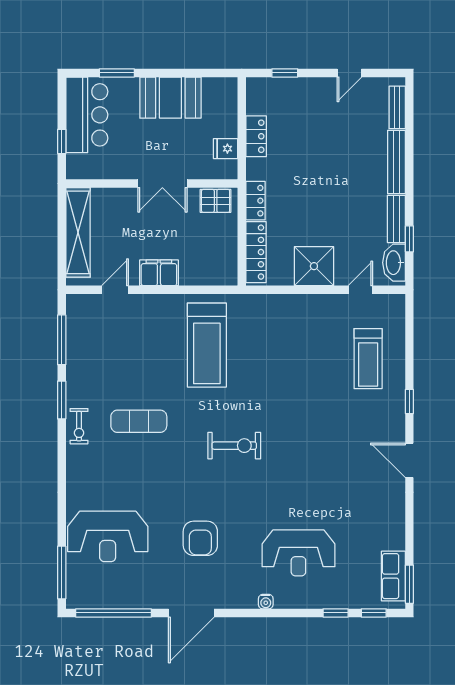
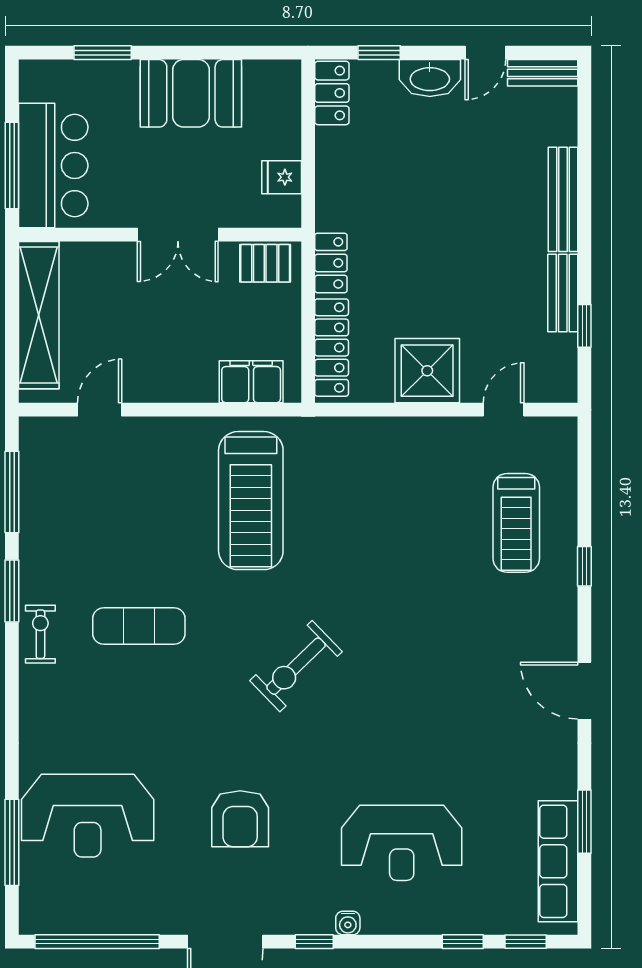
bench: (397, 107) -> (543, 73), moved, turned 90
bar counter: (87, 115) -> (53, 166), moved
locker: (256, 136) -> (332, 93), moved
window: (62, 141) -> (12, 165), width x2.17
washbasin: (394, 263) -> (430, 78), moved, turned -90
filing cabinet: (159, 273) -> (251, 382), moved
window: (409, 402) -> (584, 566), moved
exercise bike: (79, 426) -> (40, 634), turned 180
exercise bike: (234, 446) -> (296, 666), turned 136
window: (62, 572) -> (12, 842), moved
row of seats: (393, 576) -> (558, 861), width x1.48
window: (409, 584) -> (584, 822), moved
window: (245, 613) -> (314, 942), added

